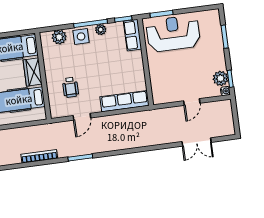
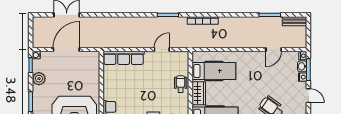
plant: (221, 78) -> (39, 79), moved
wheelchair: (70, 87) -> (181, 84), moved
door: (192, 102) -> (66, 49), width x1.87

